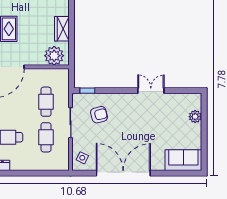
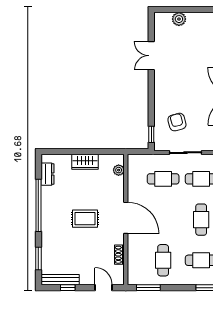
plant: (54, 56) -> (119, 170), width x0.53, depth x0.53
double door: (151, 91) -> (151, 56), moved

